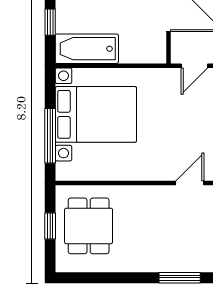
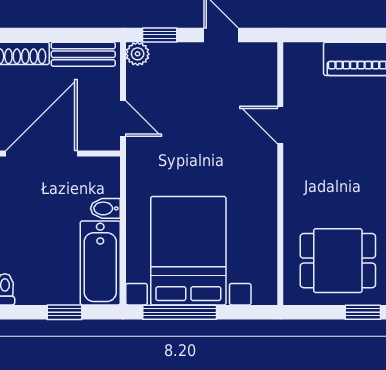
bidet: (127, 53) -> (105, 208), added
window: (50, 136) -> (180, 312), moved
window: (50, 226) -> (363, 312), moved

